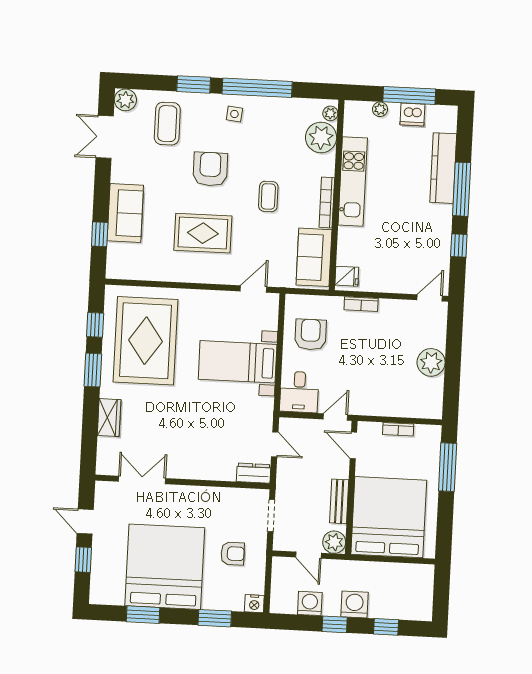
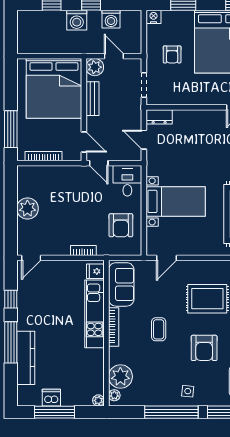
plant: (380, 109) -> (98, 400), moved
kitchen unit: (353, 181) -> (95, 314), moved
door: (335, 417) -> (99, 163), hinge flipped
bookcase: (398, 429) -> (44, 156), width x1.56
armchair: (233, 554) -> (172, 54), turned -90

